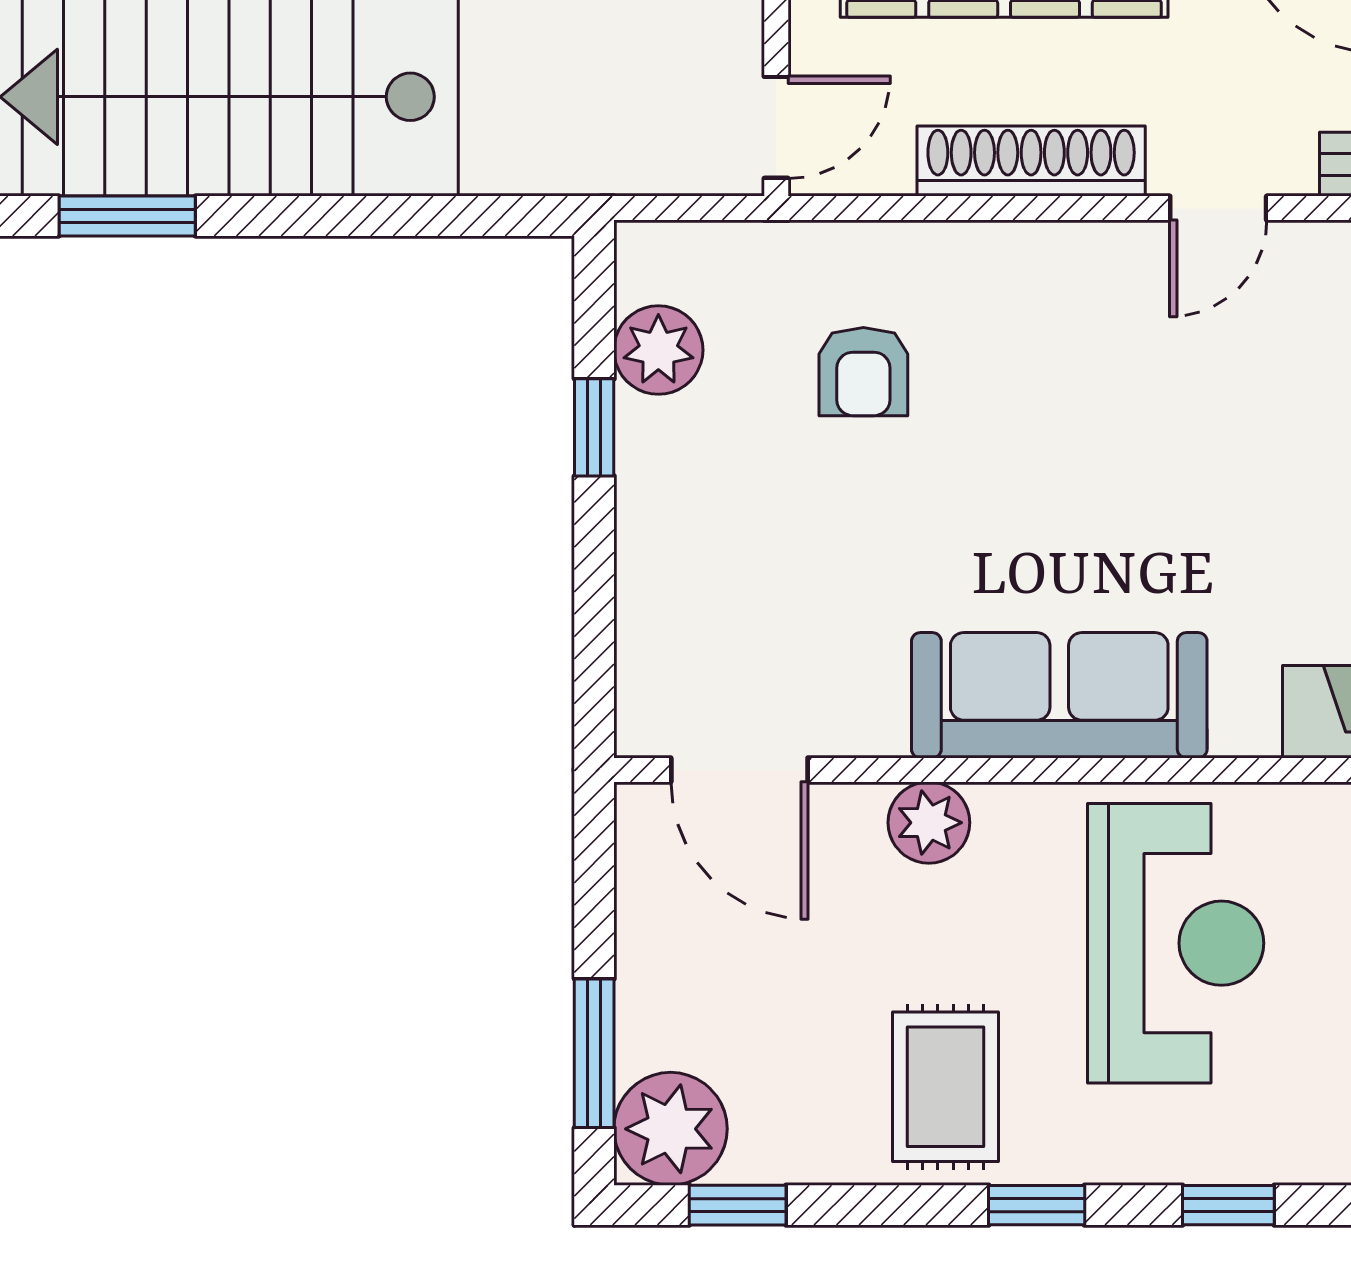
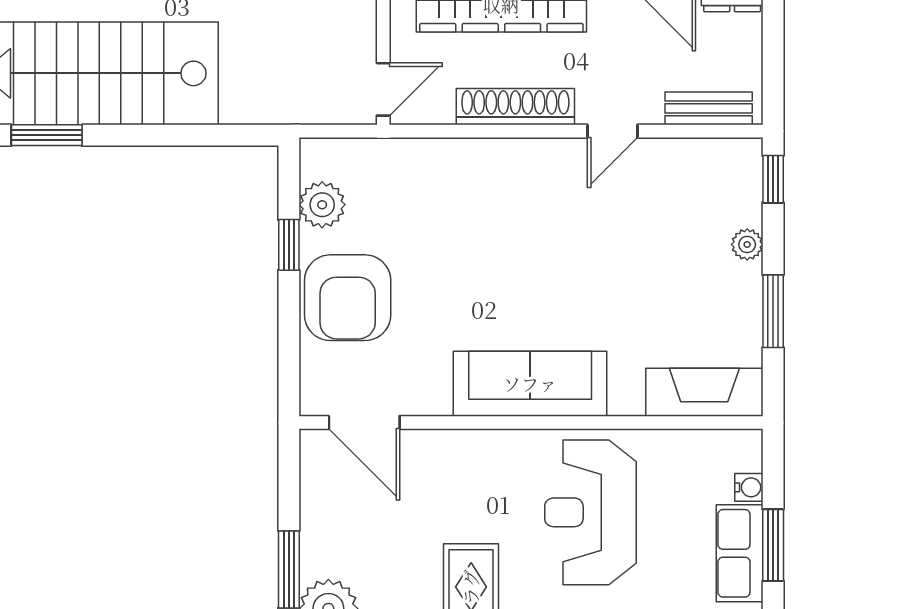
armchair: (863, 372) -> (348, 298), moved, width x1.88, depth x1.88
plant: (929, 823) -> (462, 450), removed
reception desk: (1176, 943) -> (590, 512), turned 180

